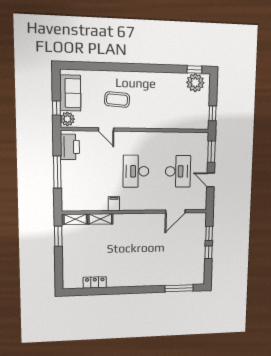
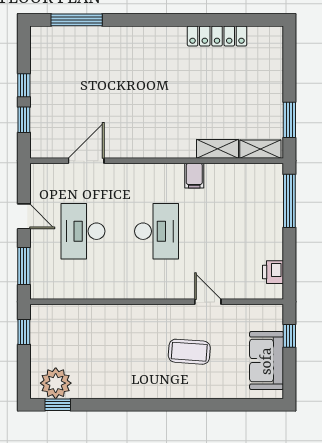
plant: (67, 119) -> (272, 318), removed
printer: (70, 147) -> (273, 272), width x0.53, depth x0.68
window: (57, 172) -> (289, 201), moved
locker: (95, 282) -> (217, 36), width x1.53

